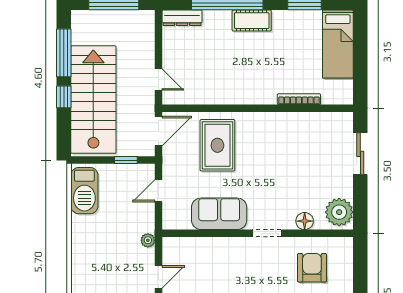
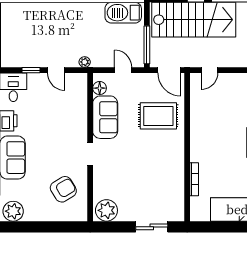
window: (126, 160) -> (147, 45), width x2.17
floor lamp: (305, 221) -> (100, 88), moved
armchair: (312, 268) -> (63, 189), turned -31

